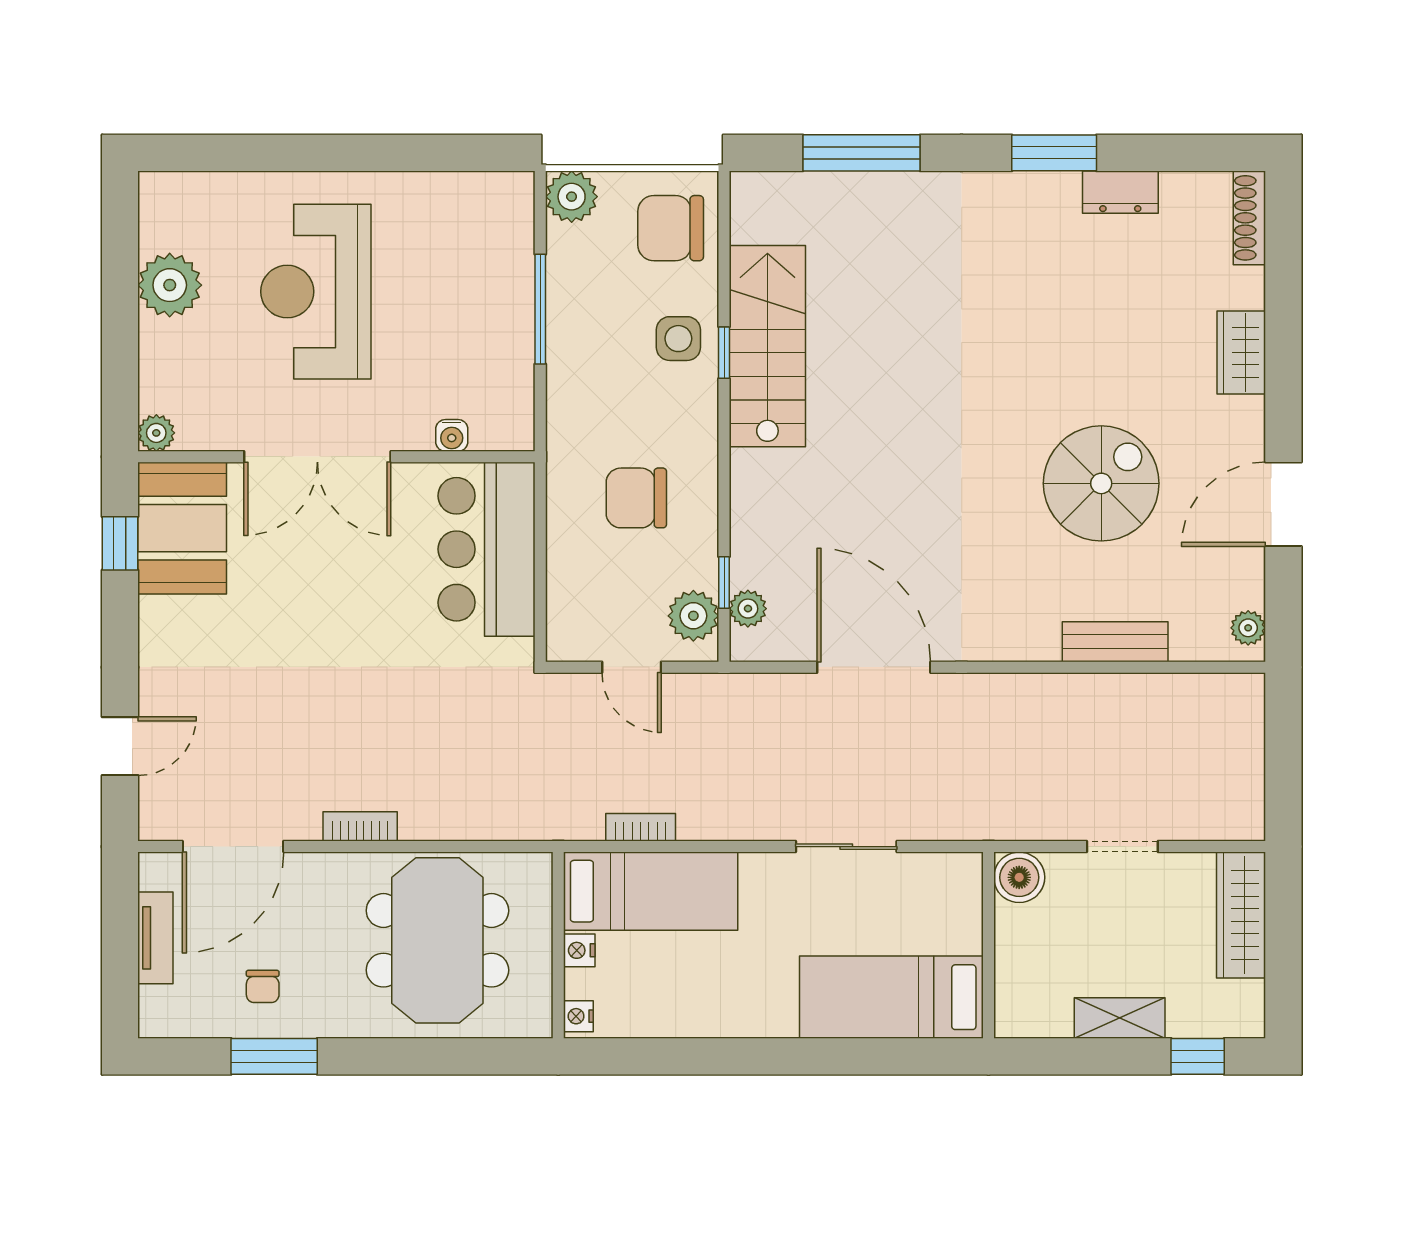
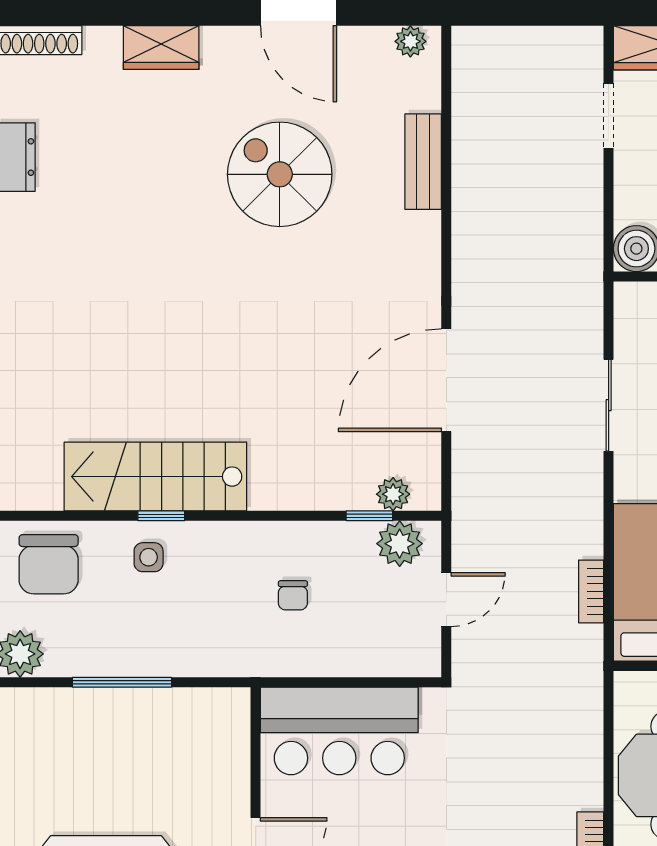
side table: (678, 339) -> (149, 557), width x0.73, depth x0.73
water cooler: (452, 435) -> (236, 762), removed
chair: (636, 498) -> (293, 595), width x0.54, depth x0.54
doorway: (1122, 847) -> (609, 116), moved

